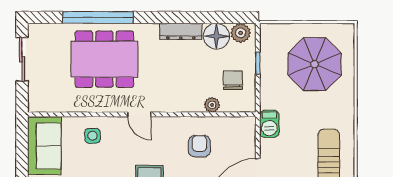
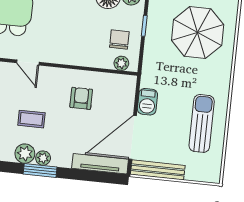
plant: (212, 105) -> (121, 63), moved
barbecue: (269, 124) -> (147, 102), moved

